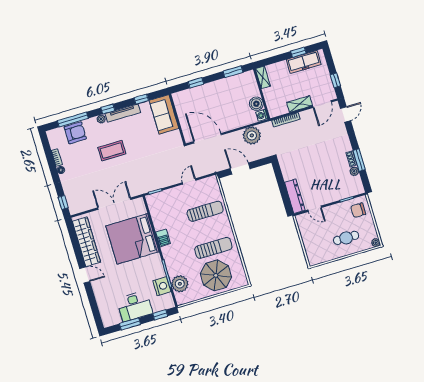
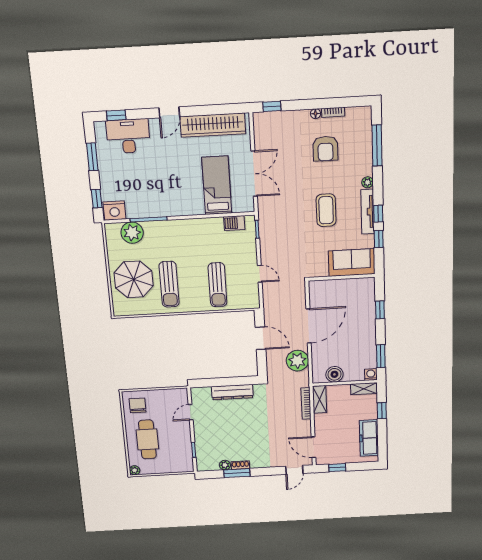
window: (298, 52) -> (382, 411), moved
shelving: (300, 104) -> (320, 399), moved
window: (108, 109) -> (378, 214), moved
door: (345, 114) -> (294, 470), hinge flipped
washing machine: (262, 115) -> (371, 375), moved
armchair: (75, 133) -> (325, 149), moved
door: (208, 138) -> (309, 326), moved
coffee table: (112, 151) -> (326, 210), moved
door: (240, 169) -> (260, 338), hinge flipped
dresser: (295, 196) -> (232, 392), moved
chair: (358, 210) -> (138, 405), moved
barbecue: (163, 238) -> (234, 223), moved
cafe table: (346, 238) -> (147, 439), width x1.37, depth x1.35
bed: (132, 239) -> (217, 185), width x0.49
nightstand: (162, 286) -> (114, 211), moved
desk: (135, 306) -> (128, 136), moved, turned 90
window: (96, 312) -> (116, 115), added

